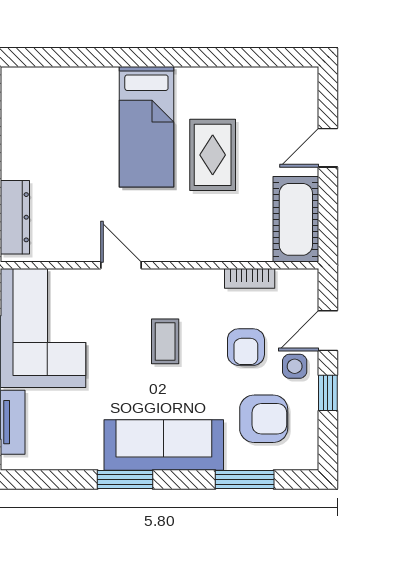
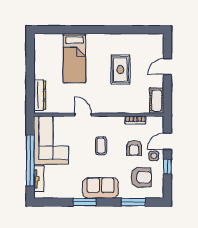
bed: (146, 127) -> (74, 58), moved
cot: (296, 219) -> (157, 101), width x0.73, depth x0.75
sofa: (164, 445) -> (100, 188), width x0.73

